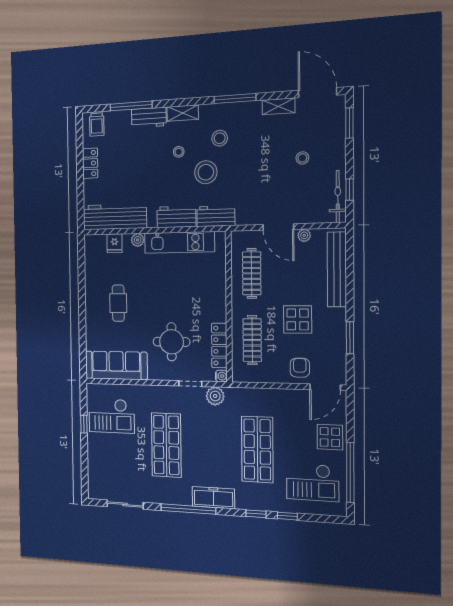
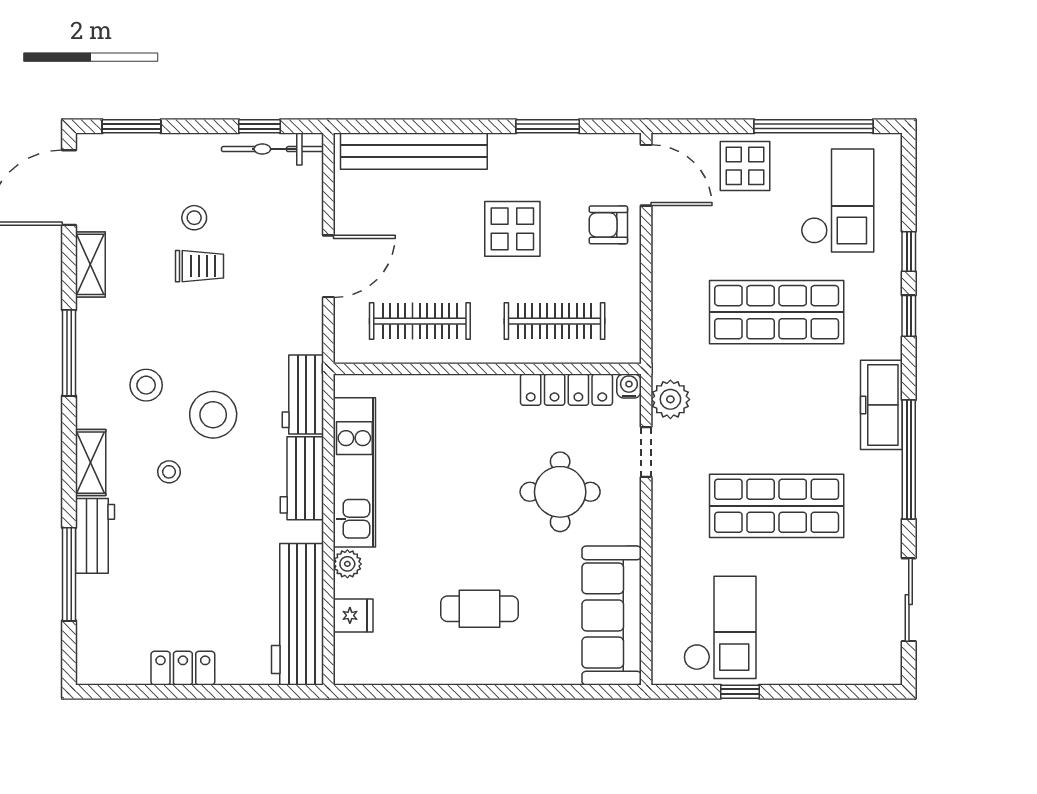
trolley: (97, 125) -> (199, 266), moved
plant: (304, 235) -> (346, 215), removed

